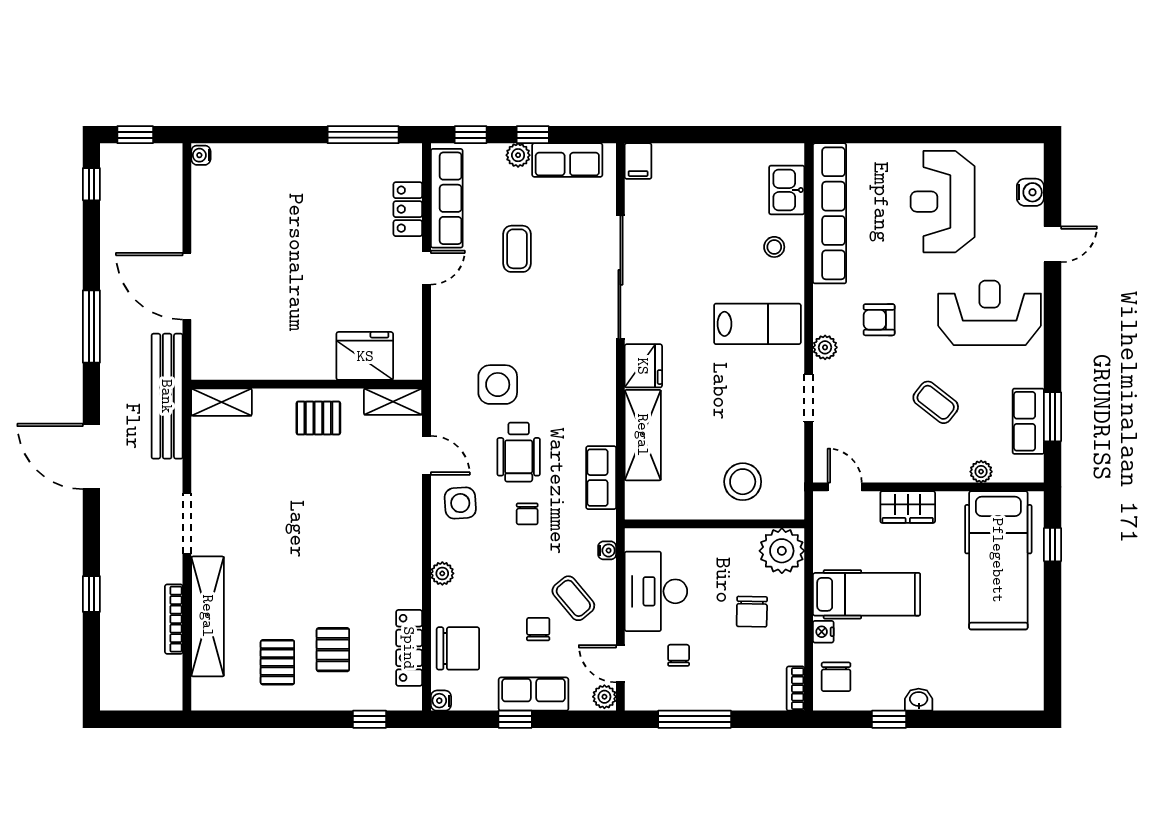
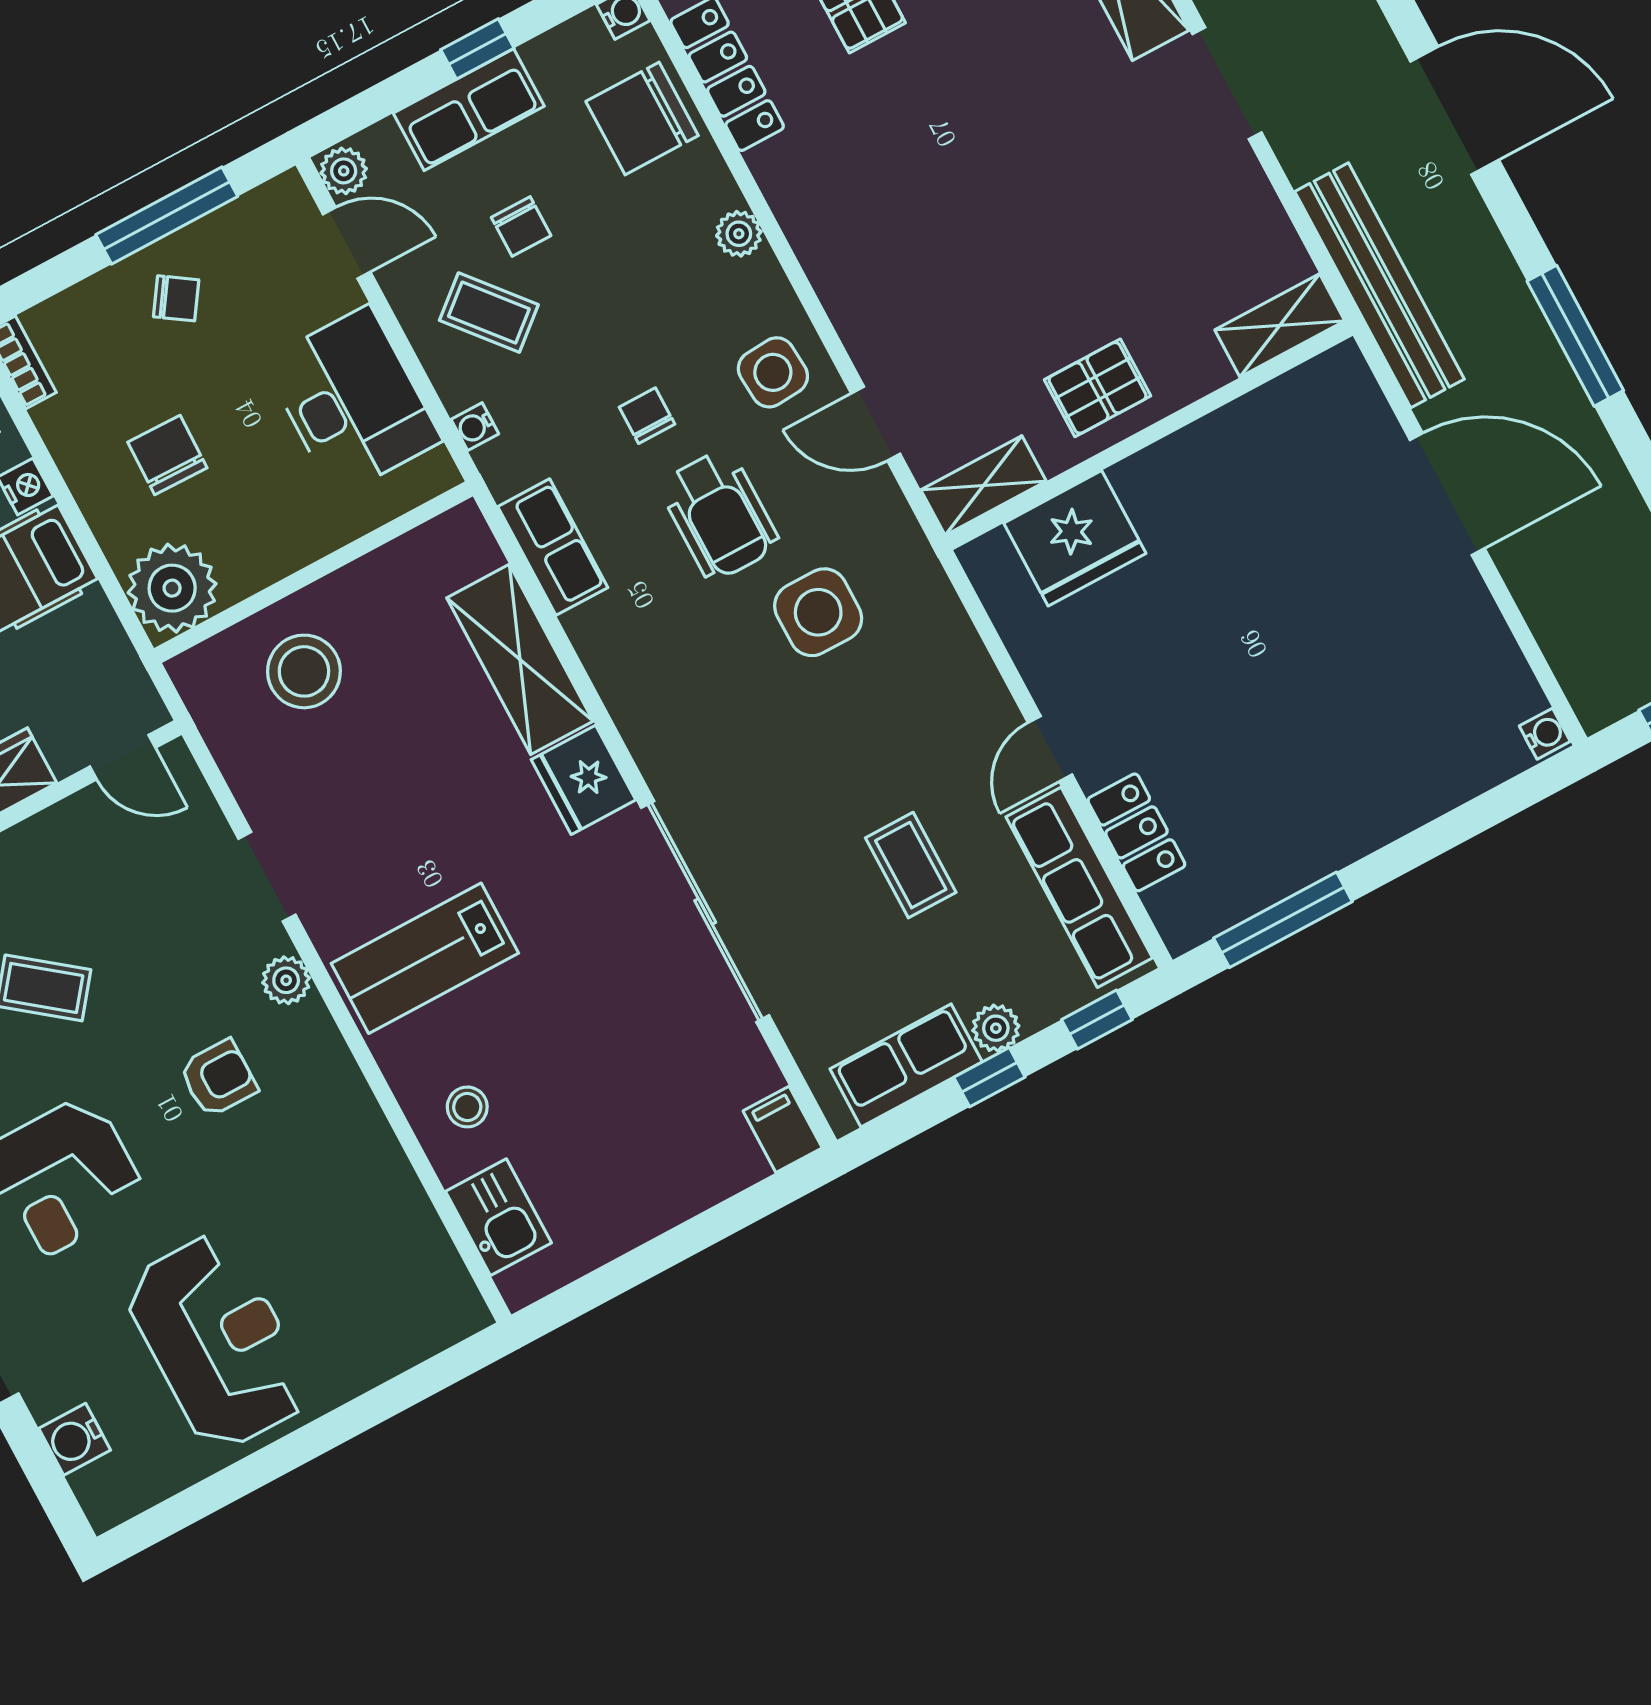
row of seats: (830, 213) -> (403, 1217), removed
wheelchair: (519, 452) -> (719, 515), turned 180
chair: (679, 655) -> (176, 298), moved, turned -56

